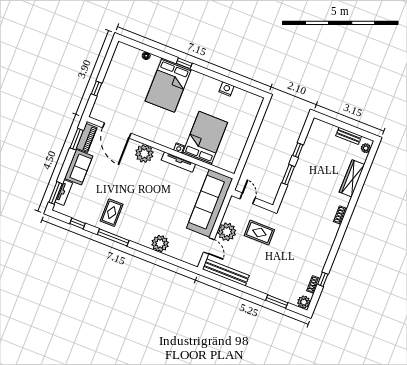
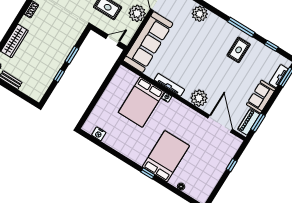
nightstand: (226, 89) -> (99, 134), moved
door: (248, 198) -> (113, 40), swing flipped

